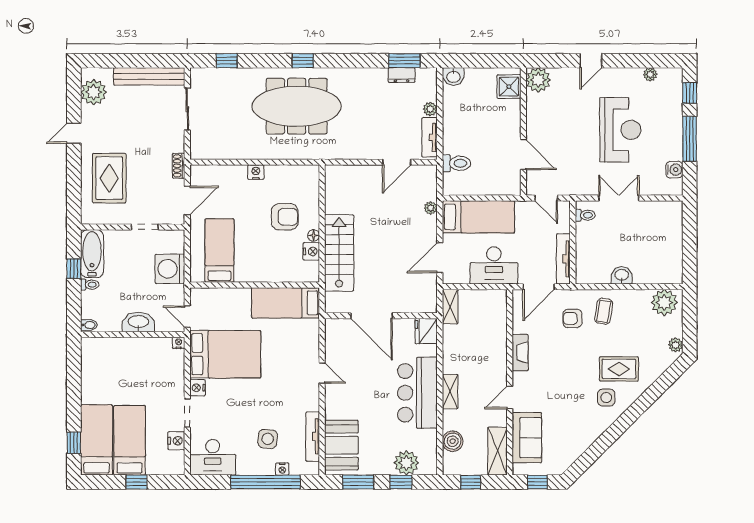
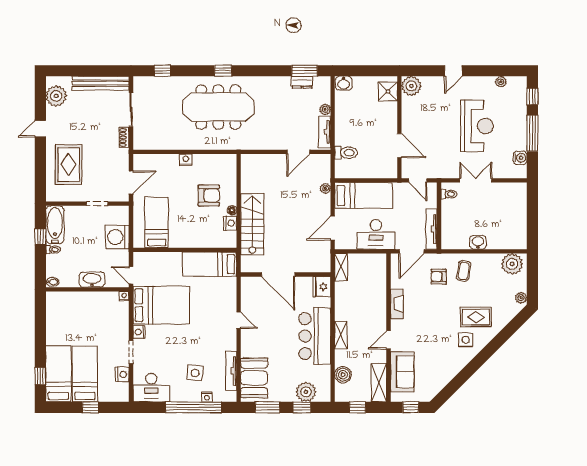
shoe rack: (179, 166) -> (124, 137), moved

